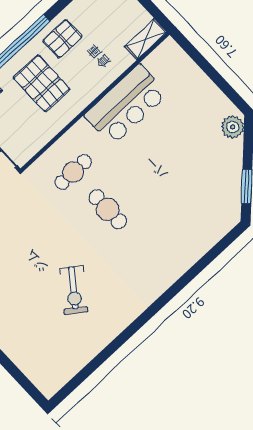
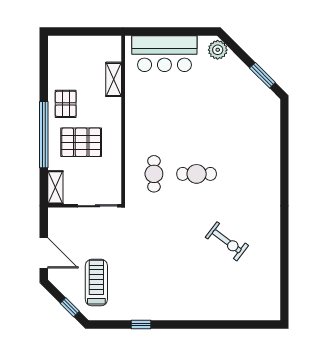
shelving: (146, 39) -> (114, 79), moved
bar counter: (126, 105) -> (164, 54), moved, turned 90

